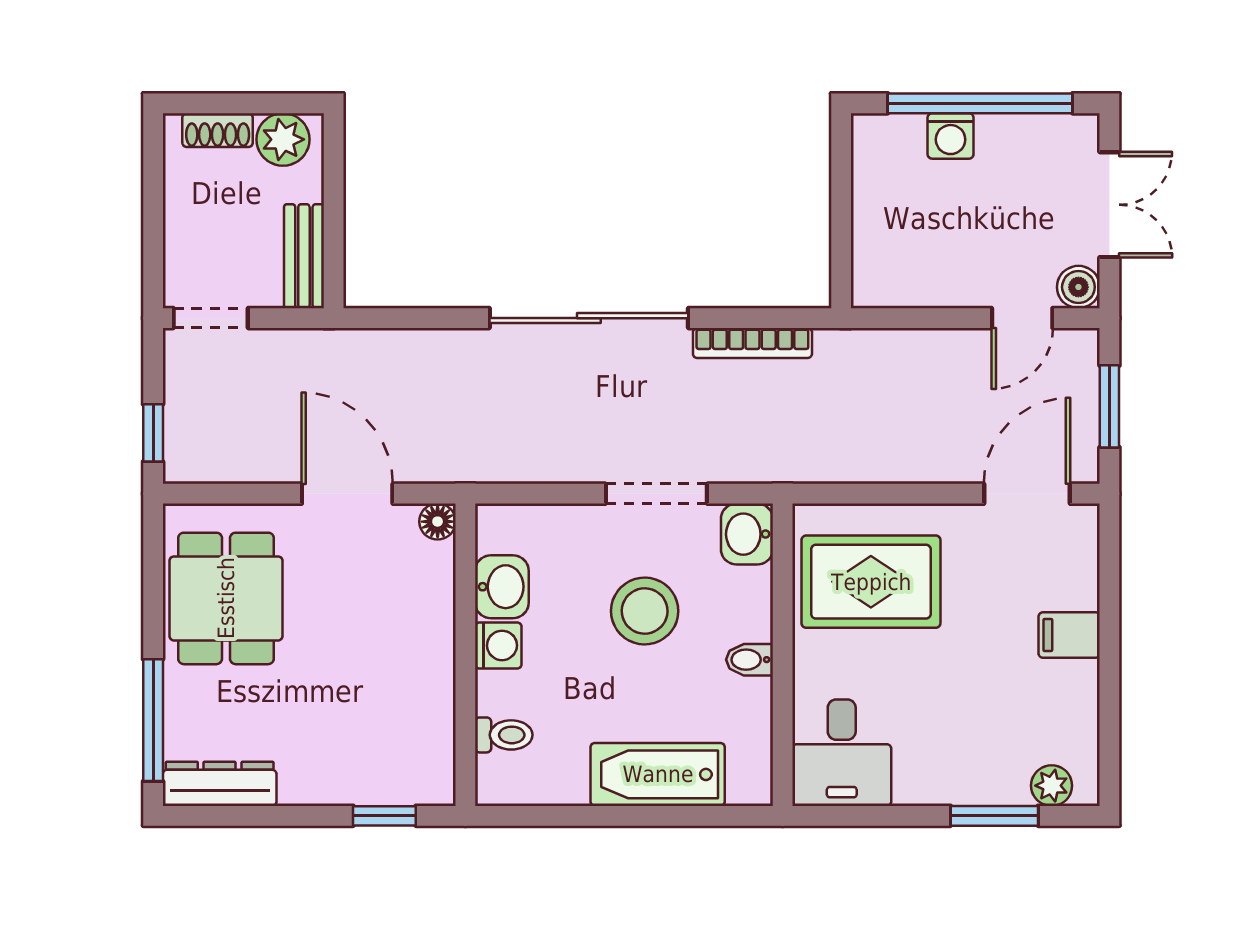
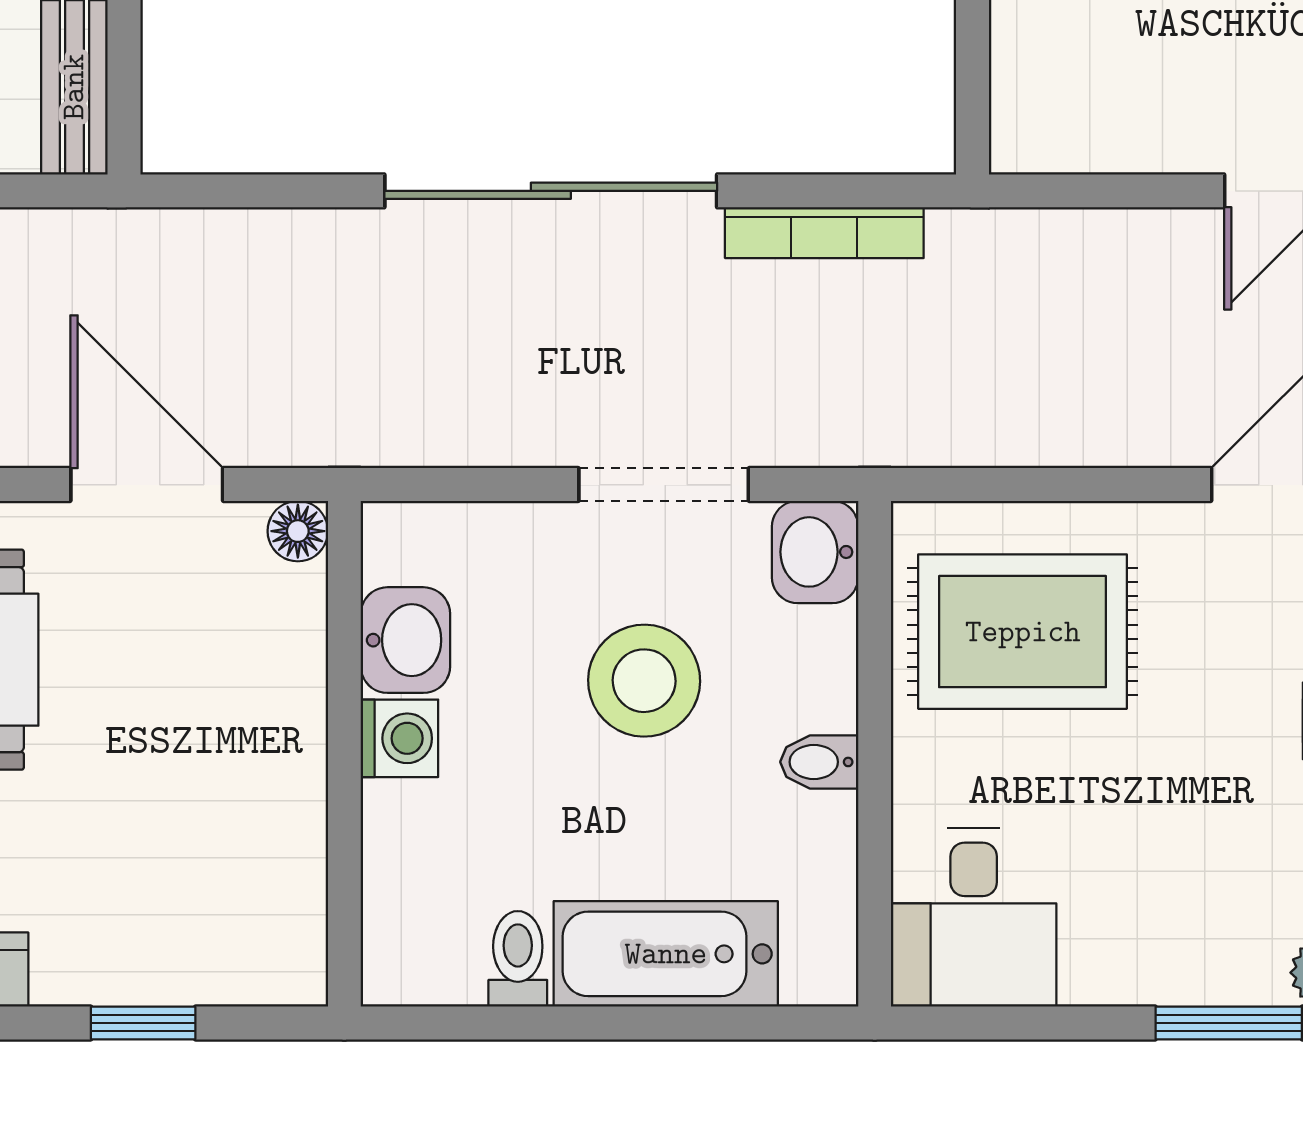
toilet: (504, 735) -> (518, 959), moved, turned -90
window: (384, 816) -> (143, 1023), moved

